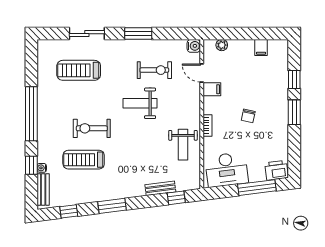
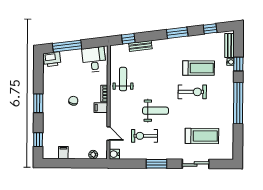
window: (294, 80) -> (38, 140), moved
filing cabinet: (212, 89) -> (101, 108), moved
desk: (227, 170) -> (94, 59), width x0.73

